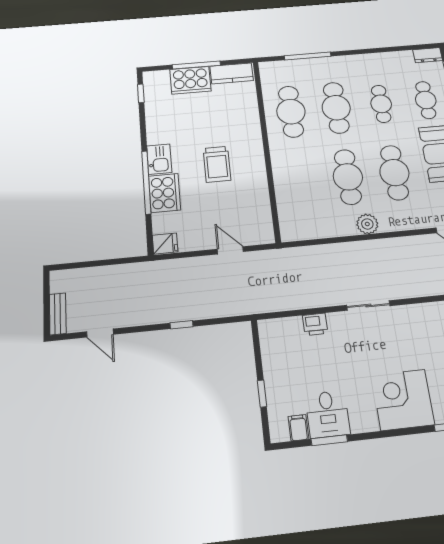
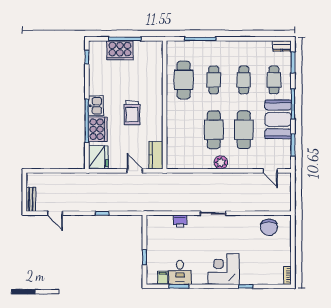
kitchen counter: (232, 73) -> (156, 155), moved, turned 90
cafe table: (336, 108) -> (214, 80), width x0.73, depth x0.74
fridge: (165, 244) -> (98, 157), width x1.88, depth x1.34

